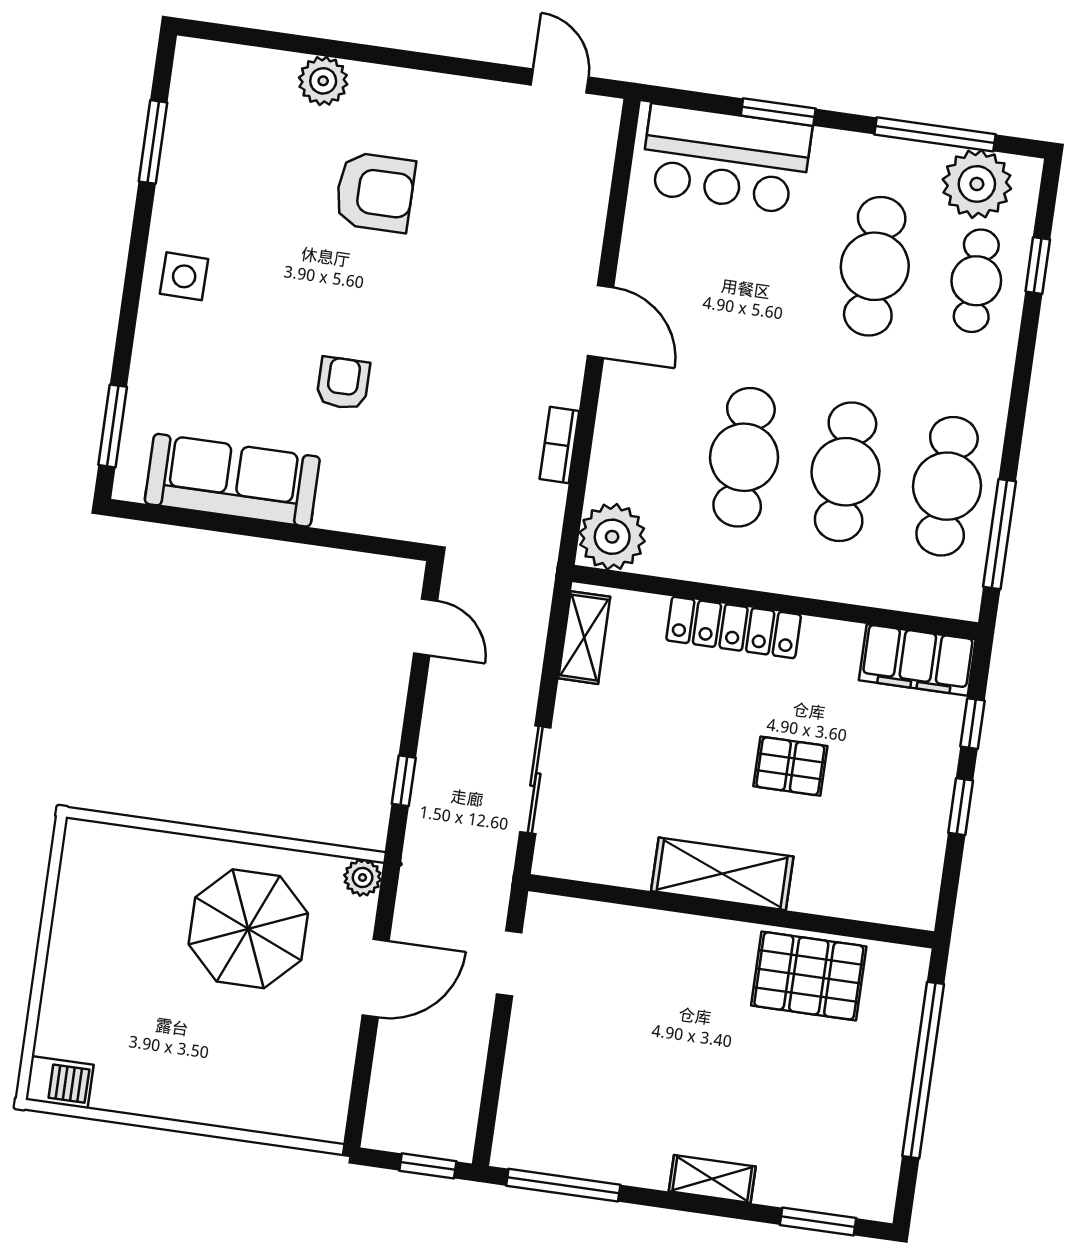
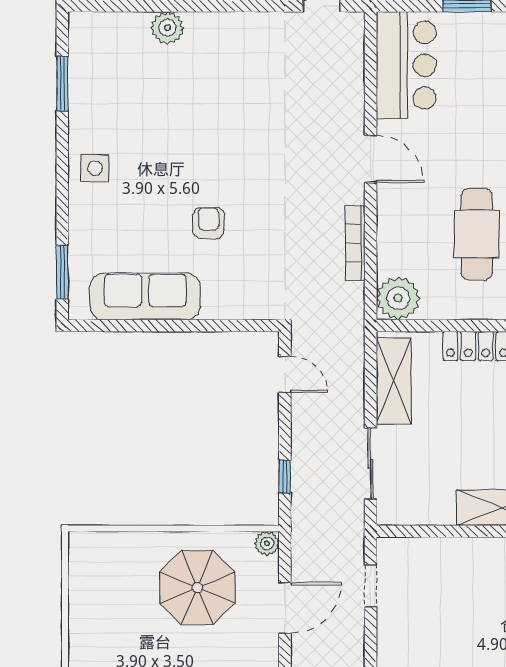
bar counter: (726, 159) -> (406, 65), moved, turned -90
armchair: (375, 192) -> (211, 96), removed
bookcase: (559, 445) -> (355, 243), width x1.56
shelving: (584, 638) -> (394, 381), width x1.50, depth x1.33

